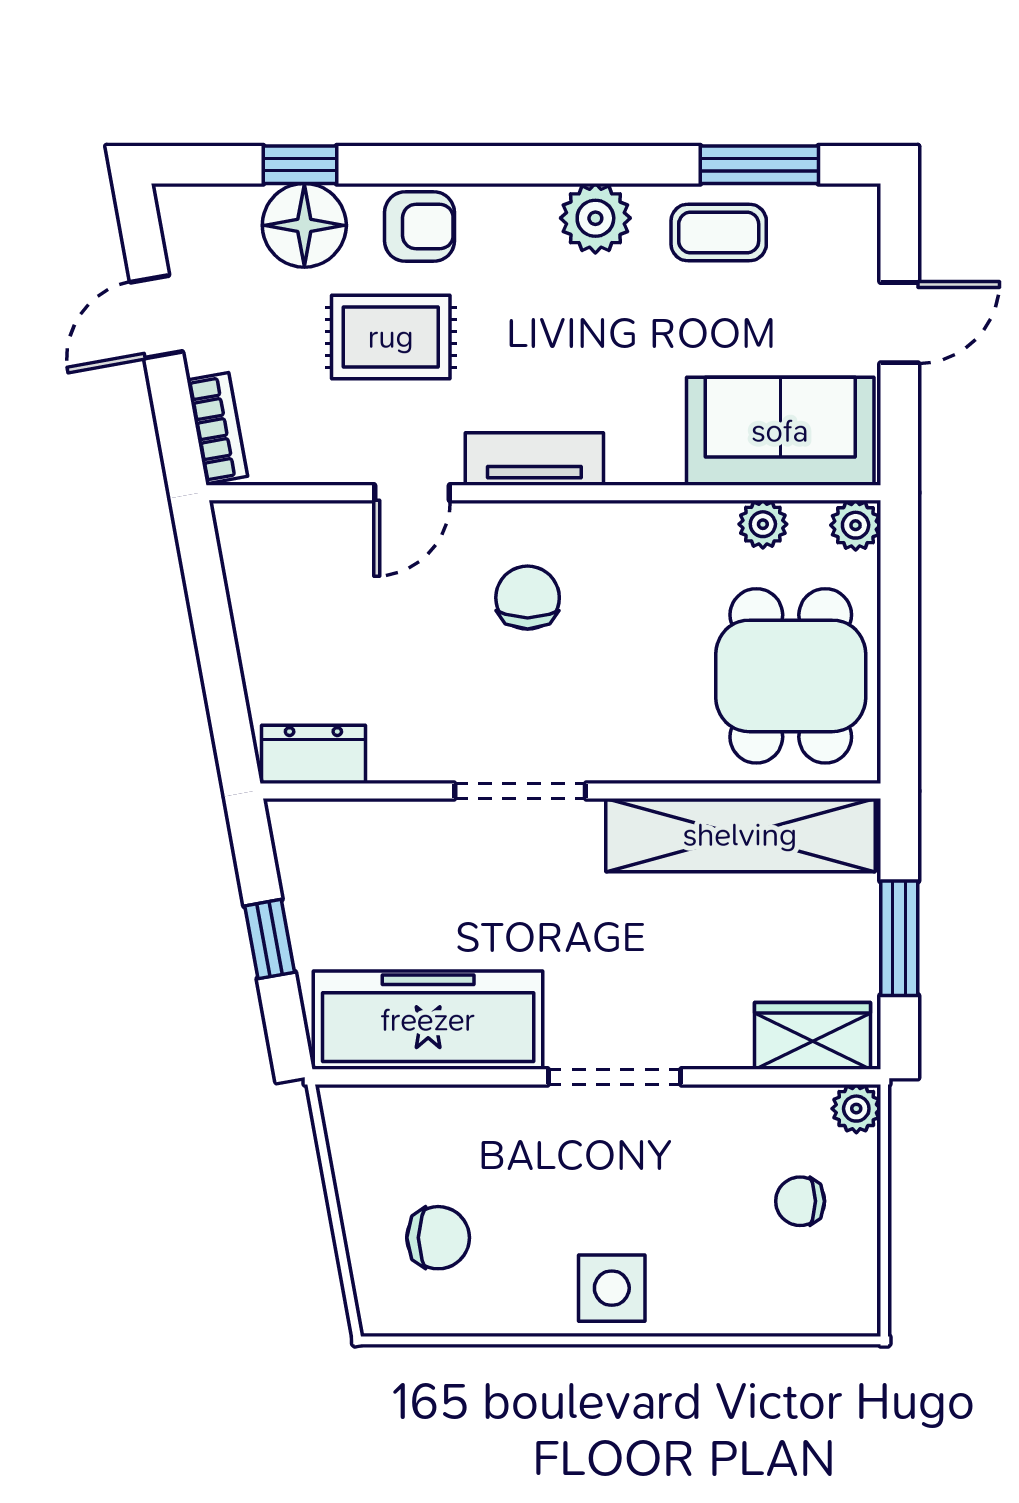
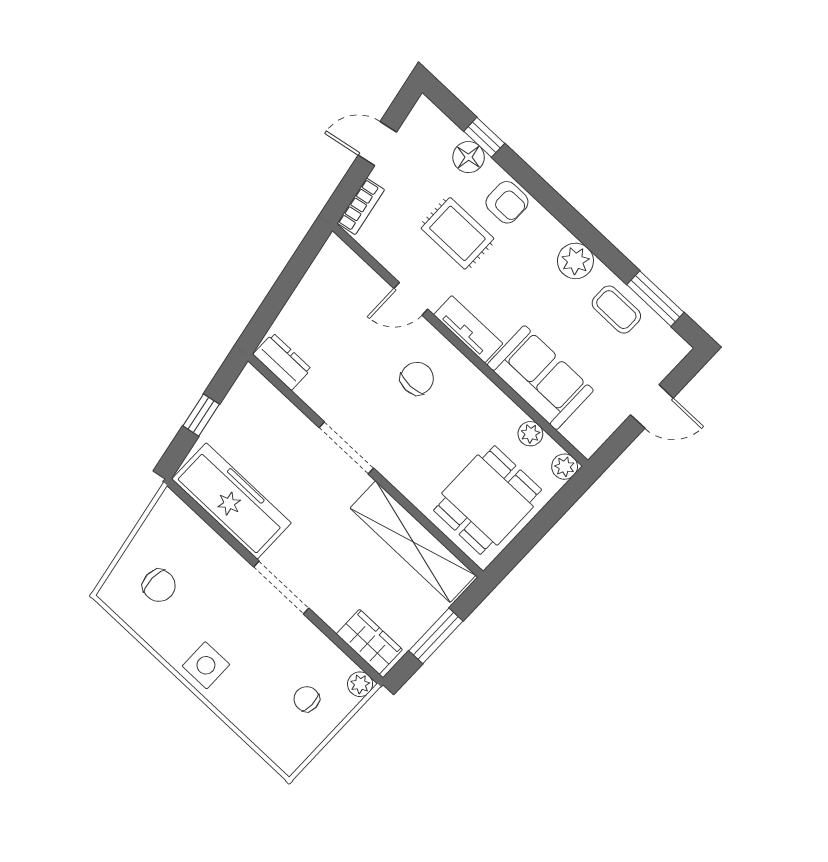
floor lamp: (304, 225) -> (469, 157), width x0.73, depth x0.73
sofa: (780, 431) -> (540, 378), moved

